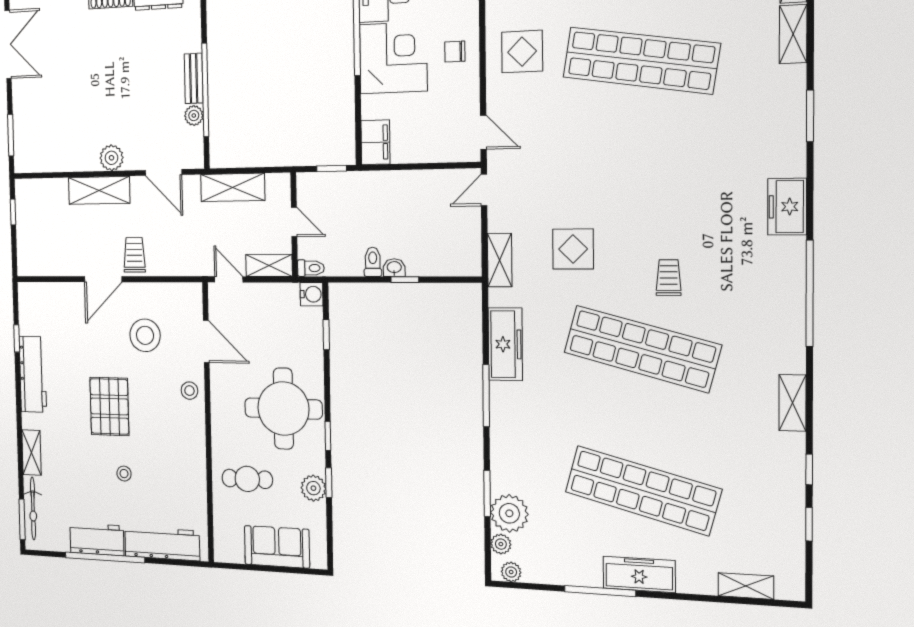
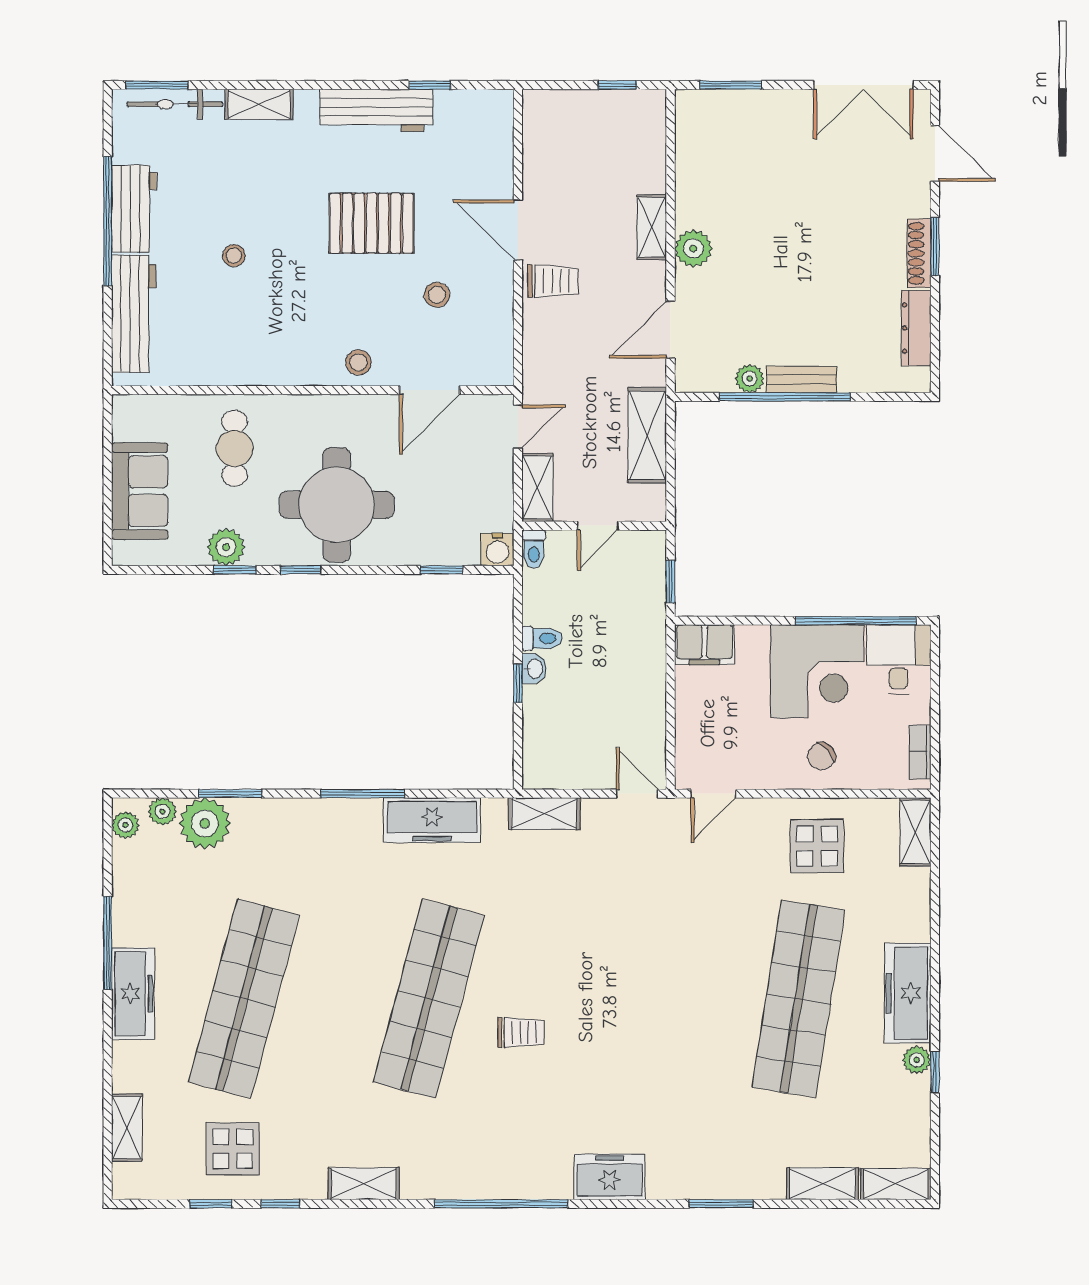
chair: (455, 52) -> (821, 756), turned -131
shelving: (99, 190) -> (652, 227), width x0.67, depth x0.75
display table: (573, 249) -> (233, 1149), moved
stool: (145, 335) -> (437, 295), width x0.53, depth x0.53
pallet: (109, 406) -> (371, 223), moved

